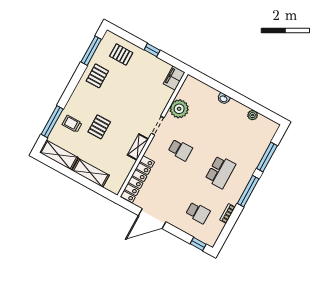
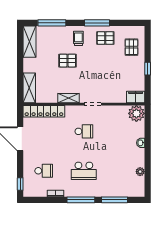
window: (91, 51) -> (97, 23), moved
plant: (179, 109) -> (136, 113), moved
trolley: (72, 124) -> (78, 38), moved
school desk: (180, 150) -> (84, 131), turned -90
shelving: (91, 173) -> (29, 88), moved
school desk: (198, 213) -> (44, 171), turned -90

